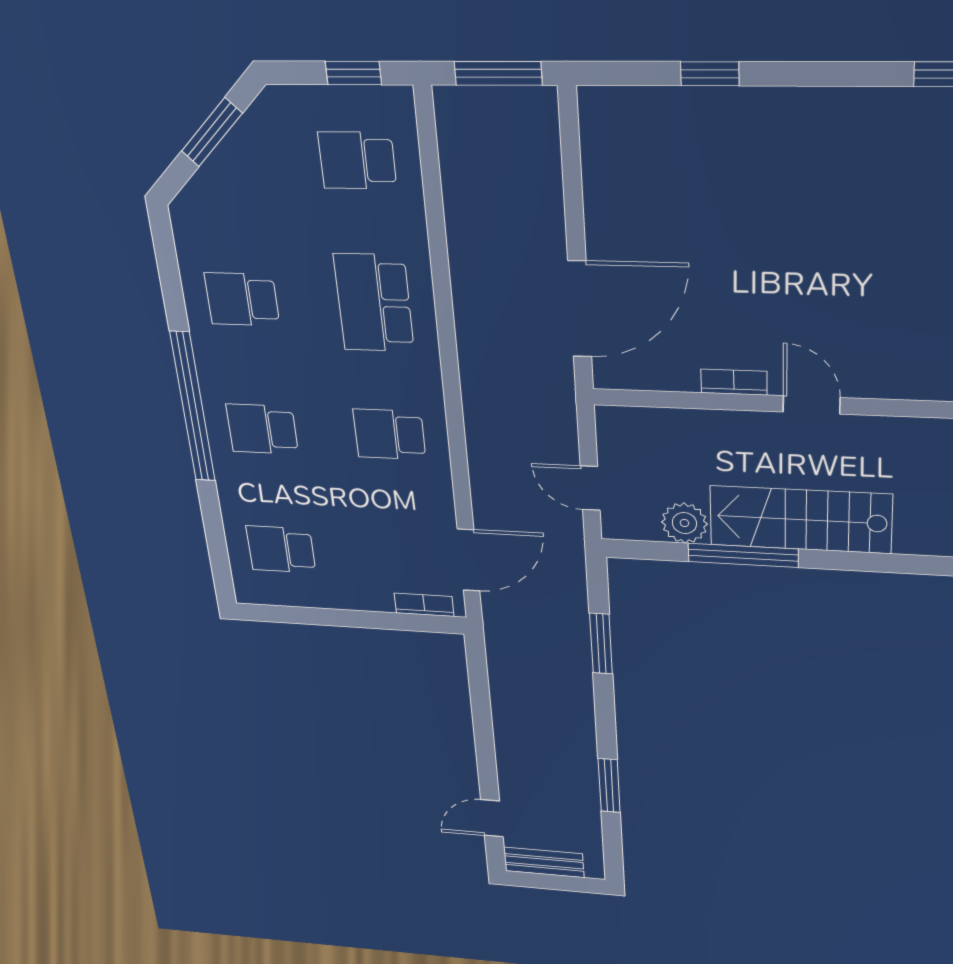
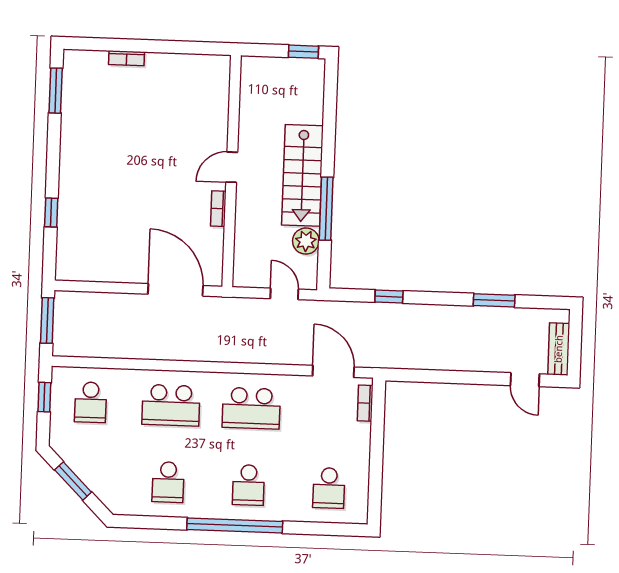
school desk: (389, 434) -> (251, 408), width x1.85
door: (590, 488) -> (284, 294), swing flipped
window: (601, 644) -> (389, 297), width x0.67

